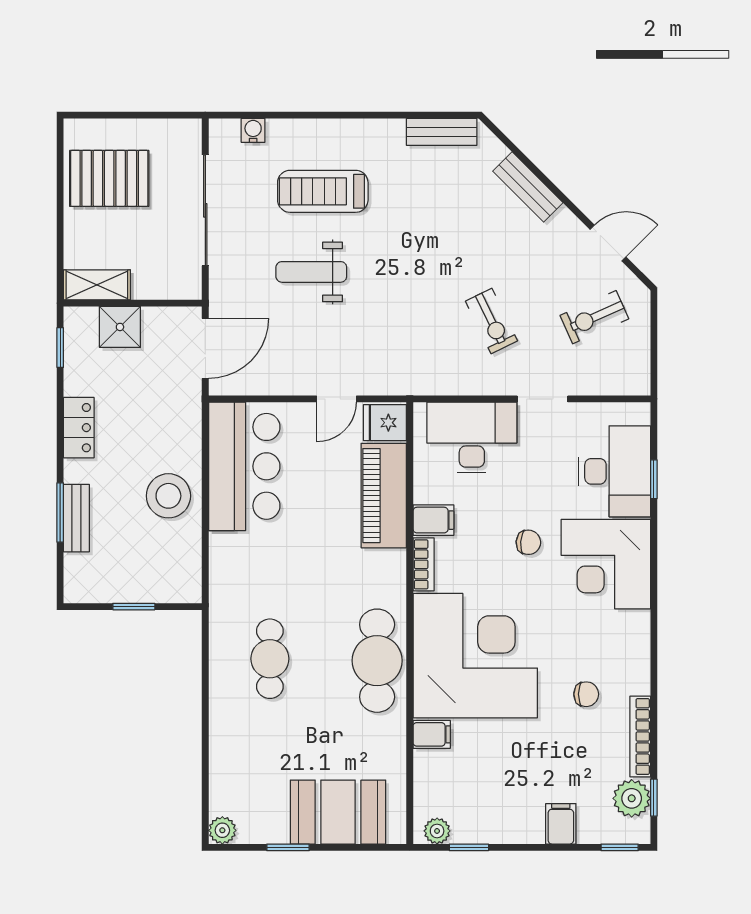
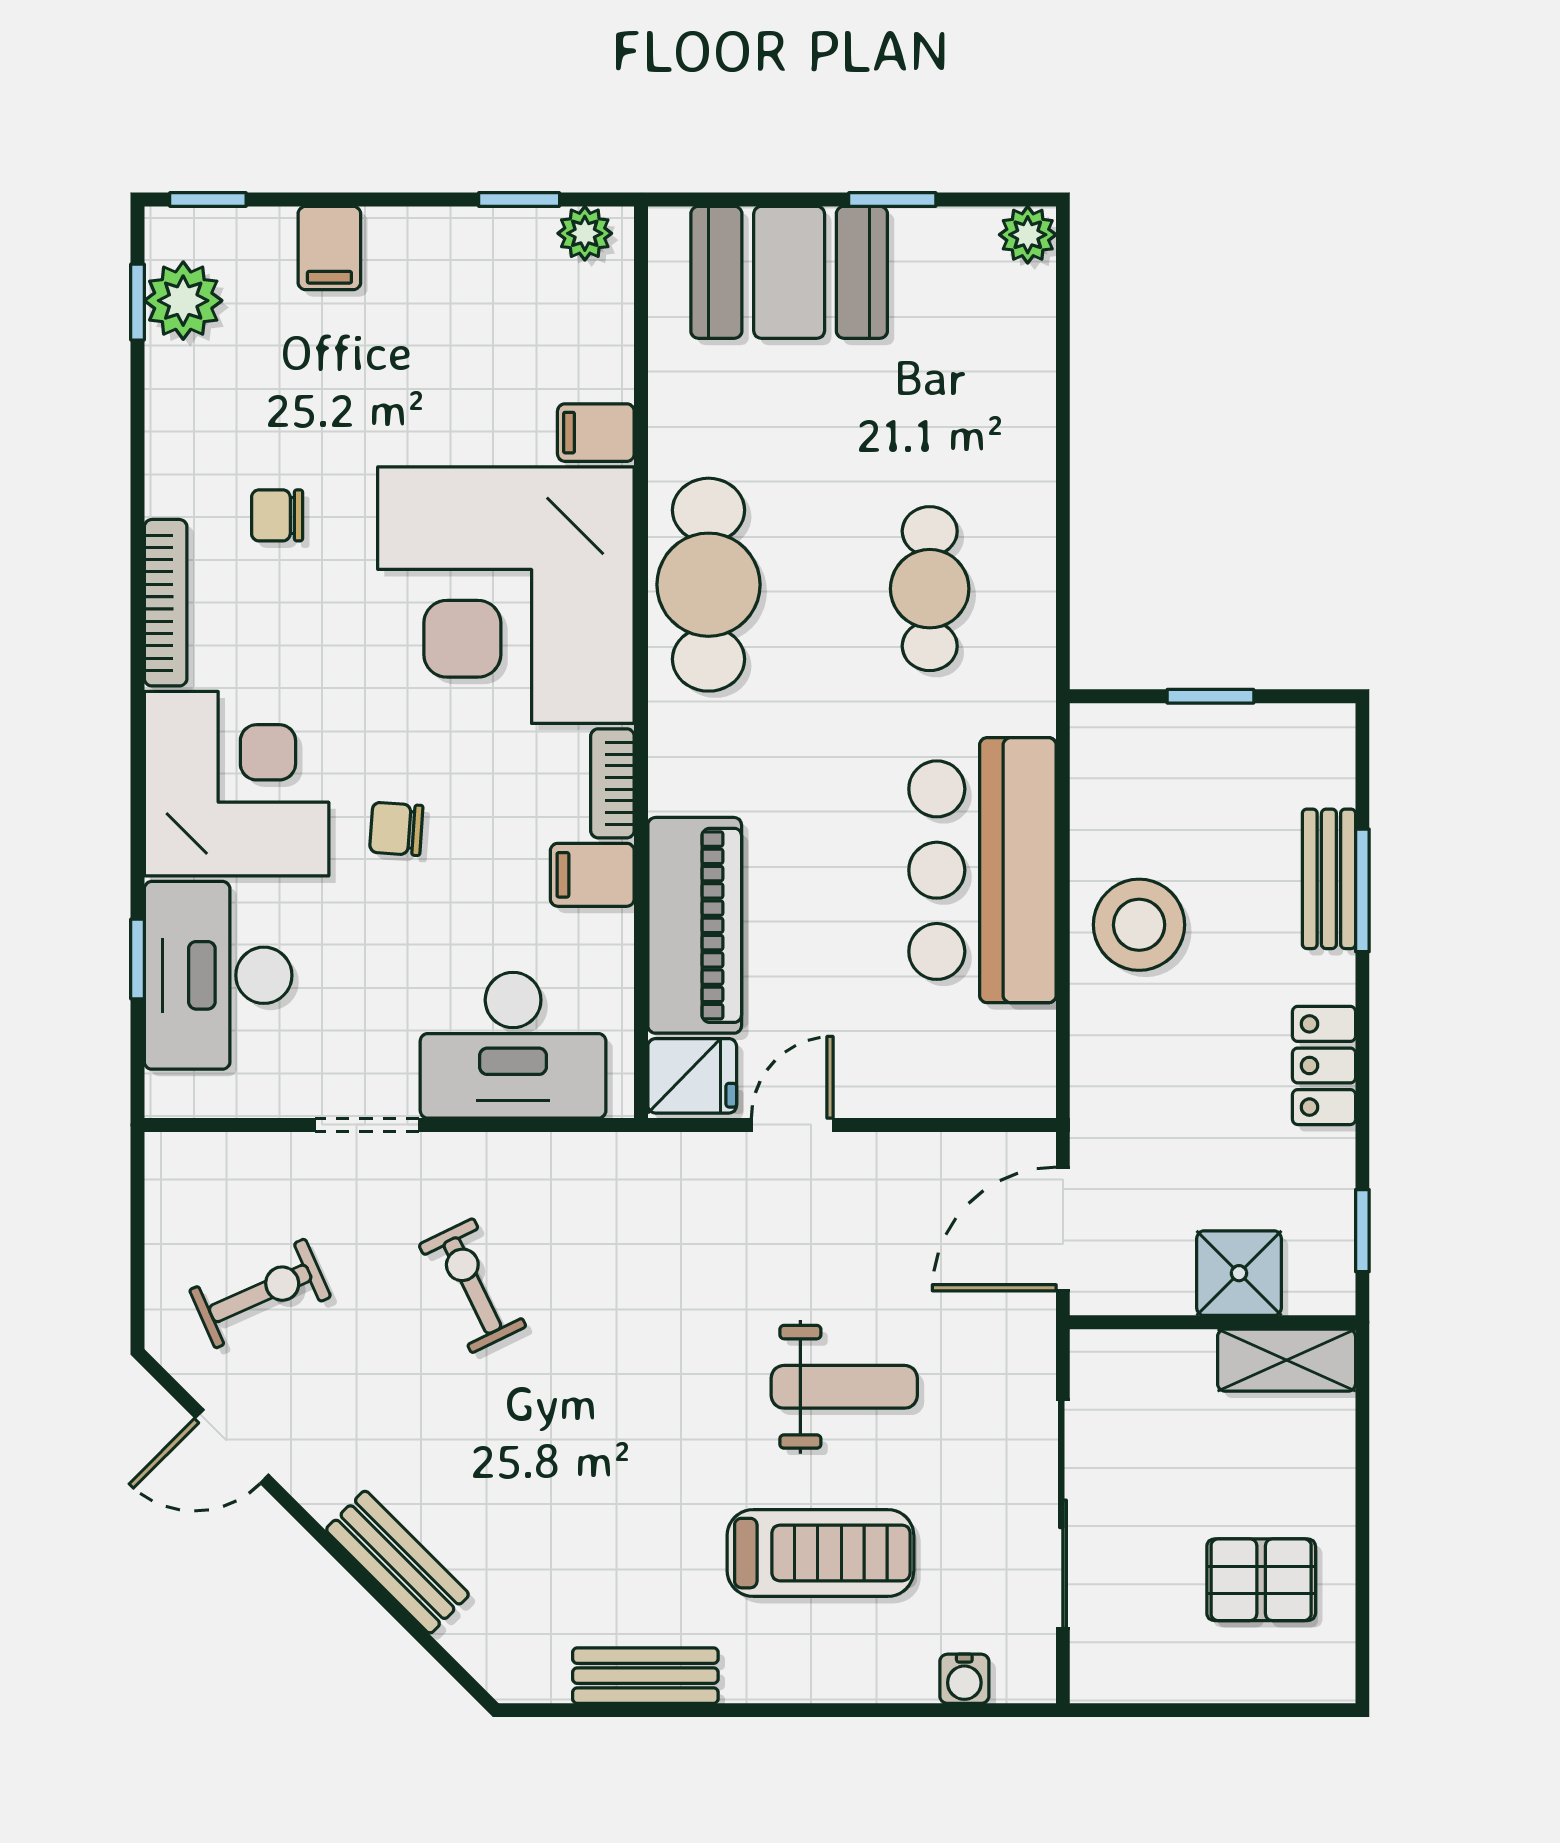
bench: (442, 132) -> (645, 1676), moved
pallet: (109, 178) -> (1261, 1580), width x0.67, depth x0.71
bar counter: (244, 466) -> (982, 870), moved
bookcase: (640, 737) -> (166, 603), moved

